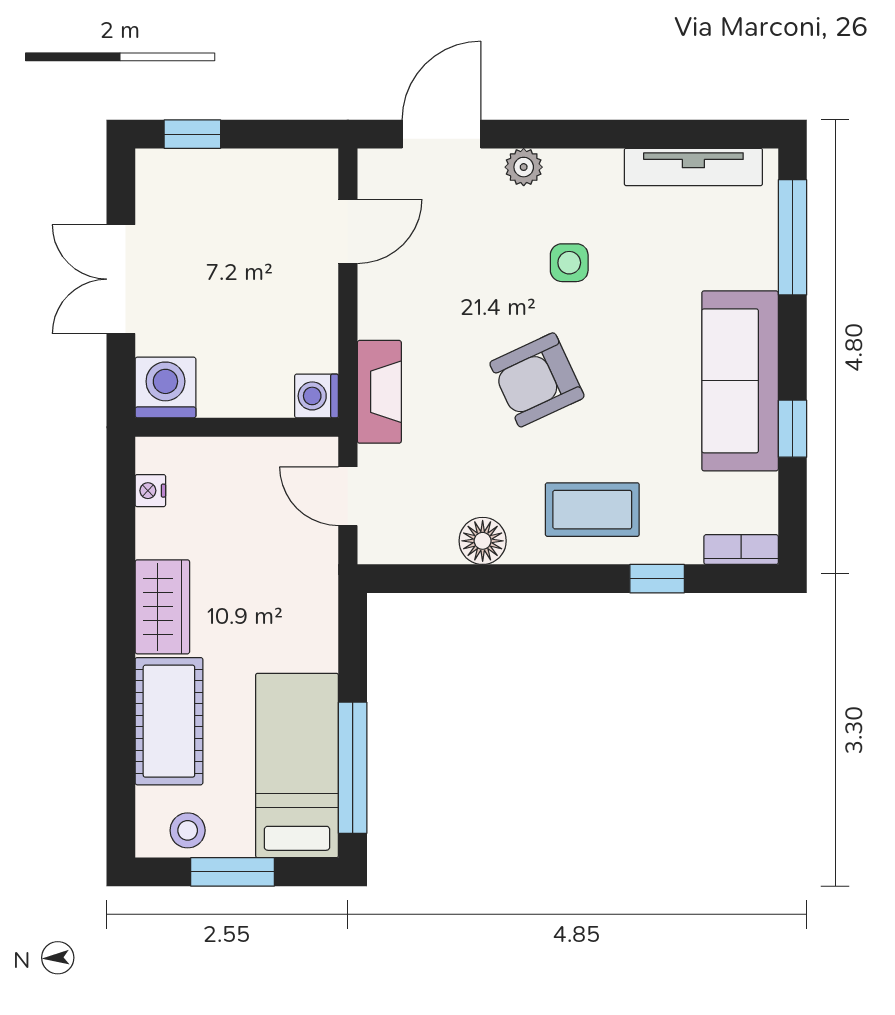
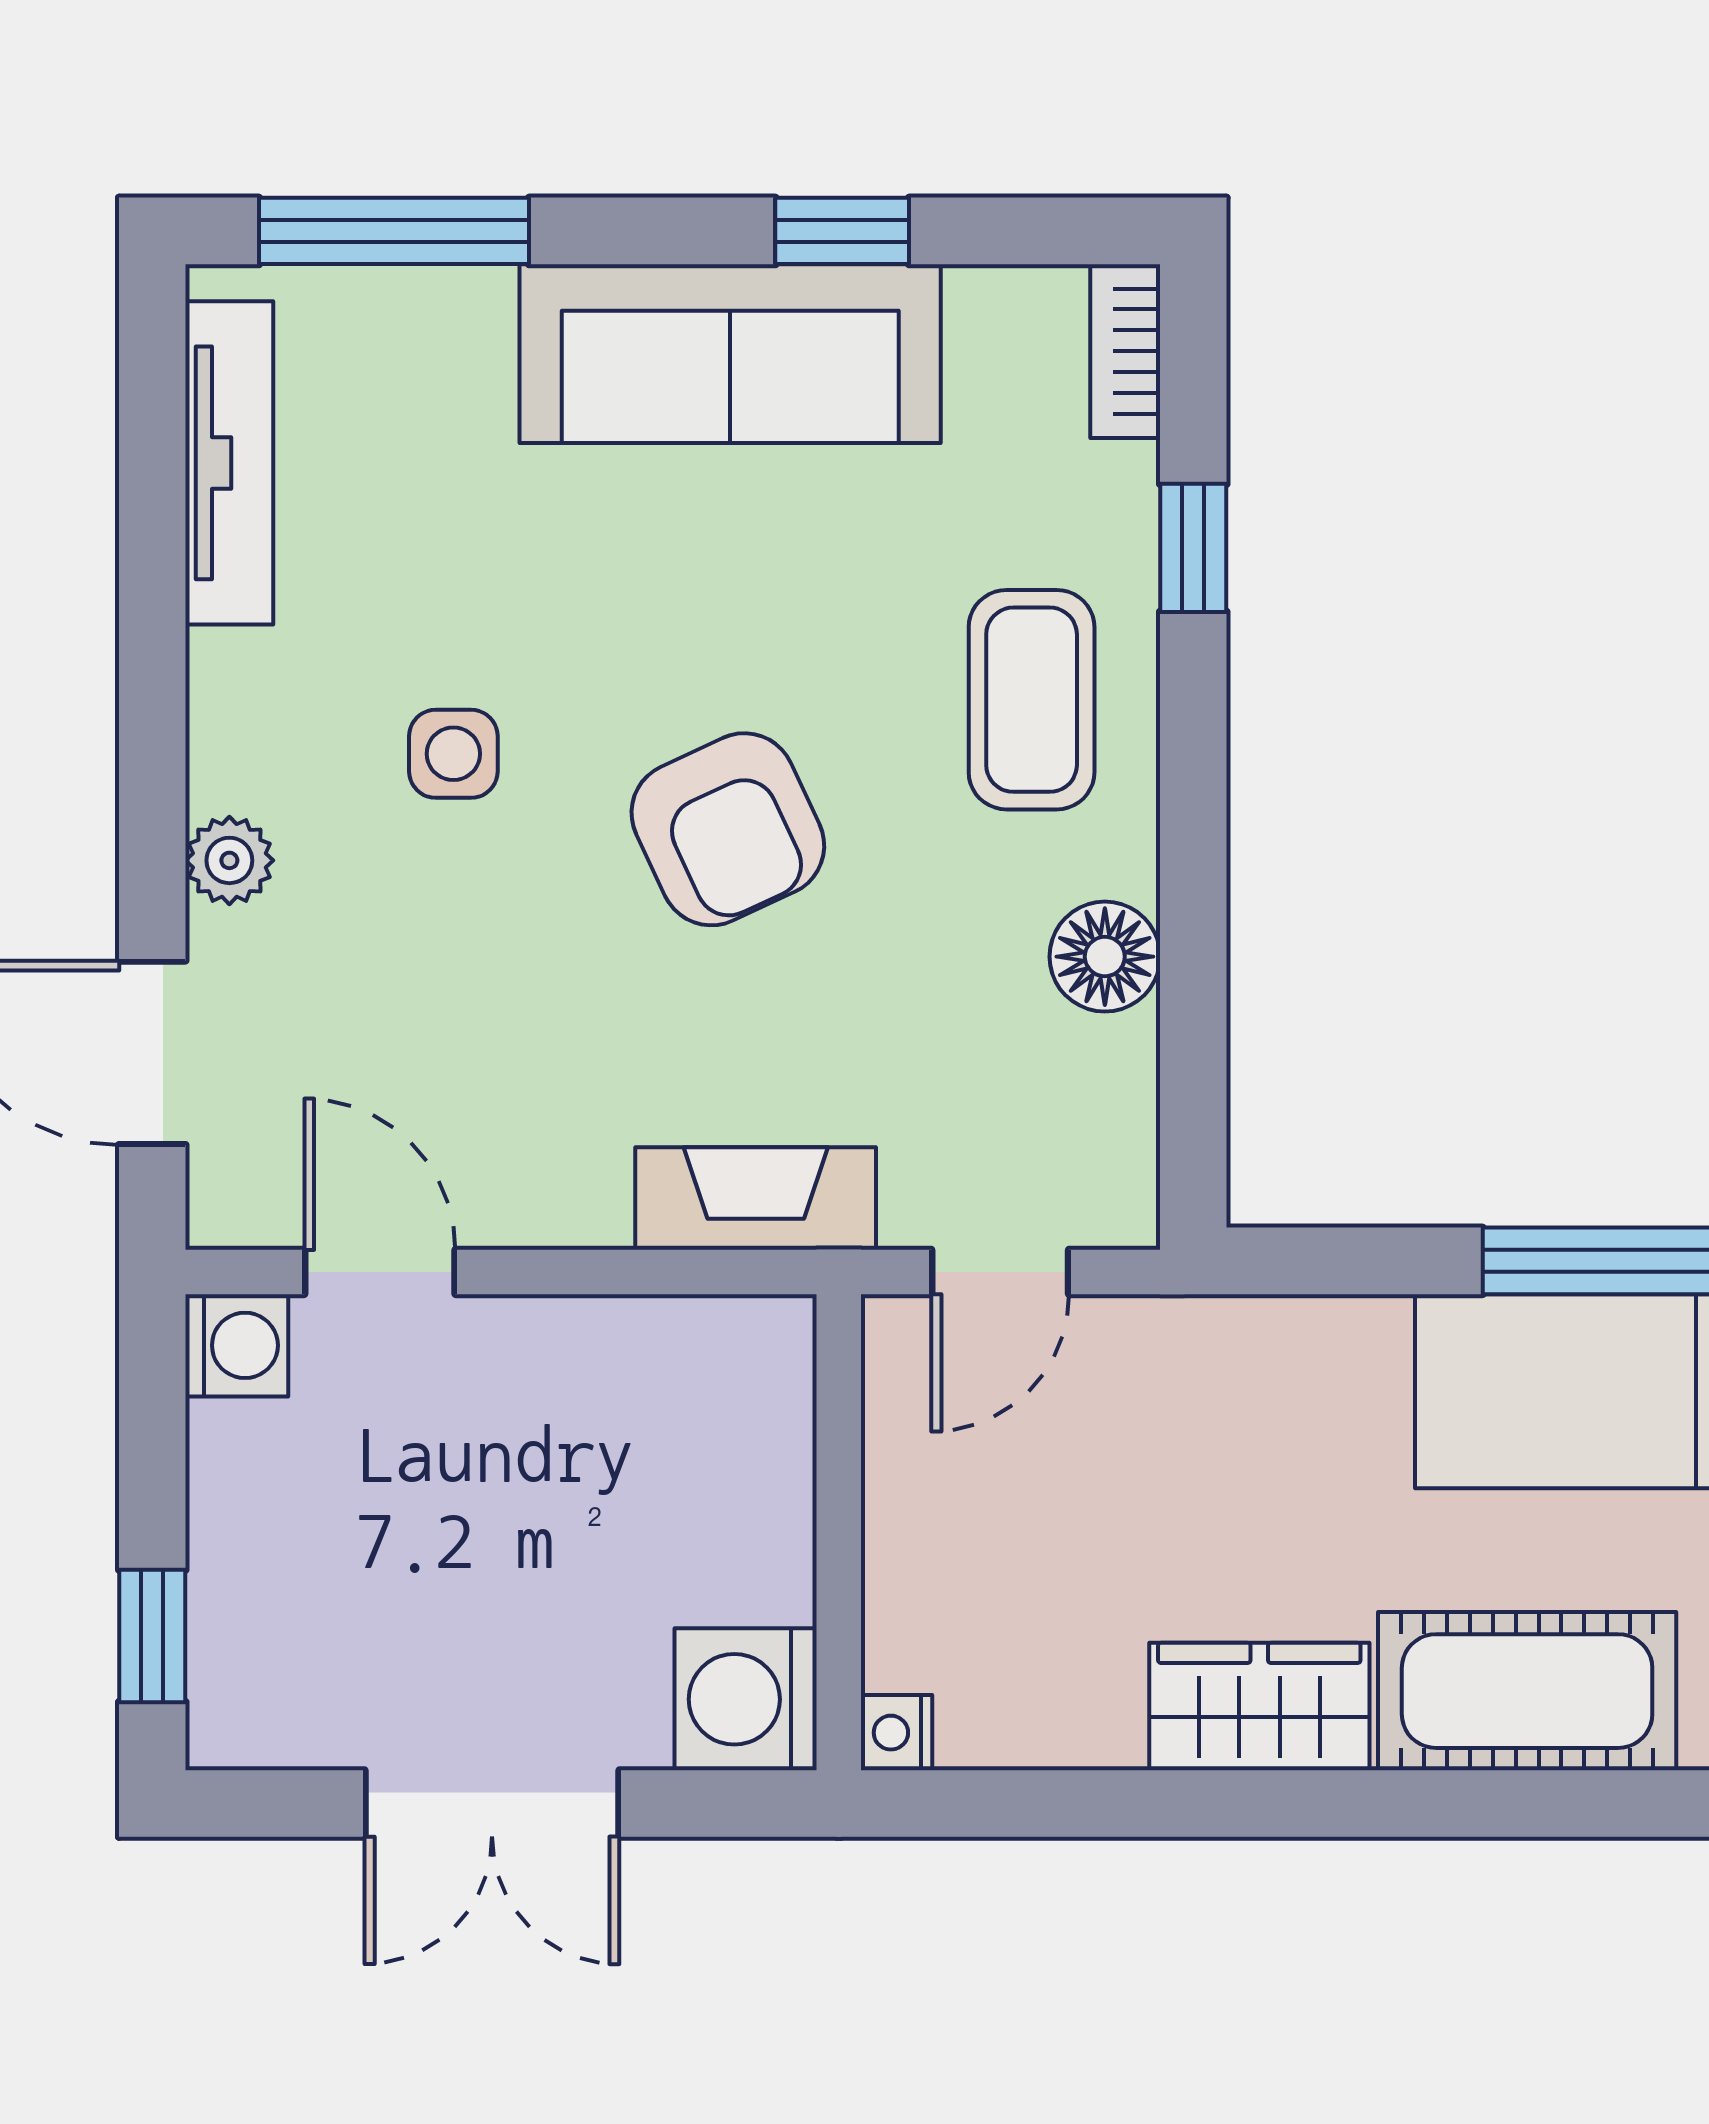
washing machine: (317, 396) -> (237, 1345), moved, turned -90
nightstand: (150, 491) -> (897, 1733), moved, turned 90

